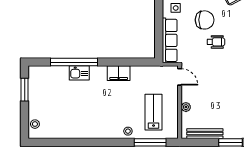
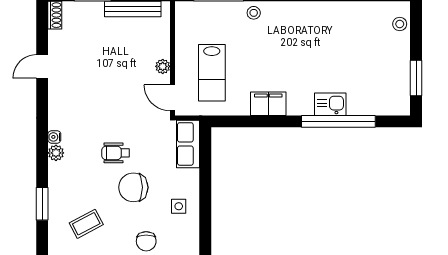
row of seats: (170, 40) -> (188, 144), width x0.68
plant: (186, 107) -> (163, 66), moved
lab bench: (154, 112) -> (212, 73), moved

